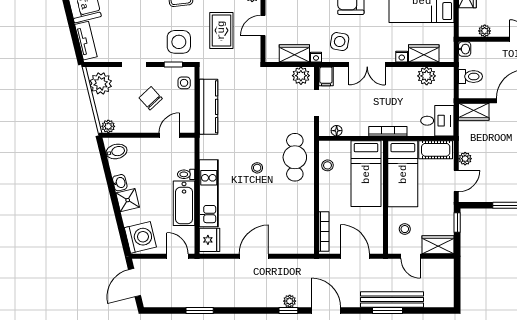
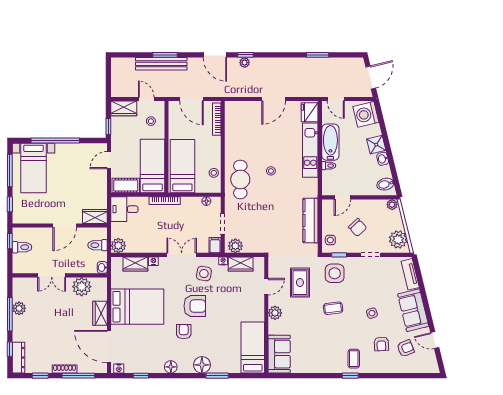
plant: (485, 31) -> (82, 287), width x1.88, depth x1.88
plant: (427, 76) -> (118, 246), moved
plant: (465, 159) -> (102, 178), removed

